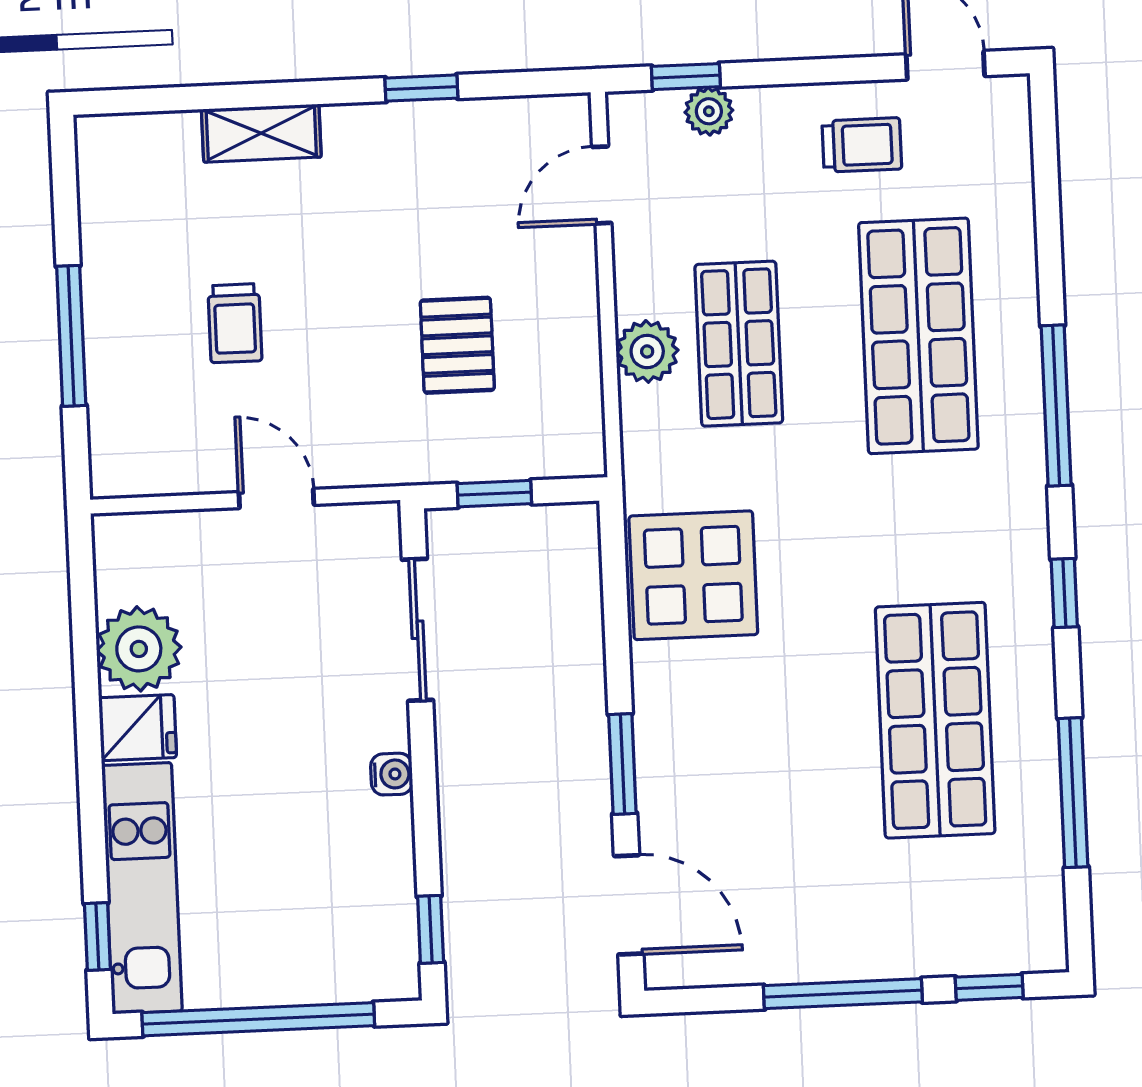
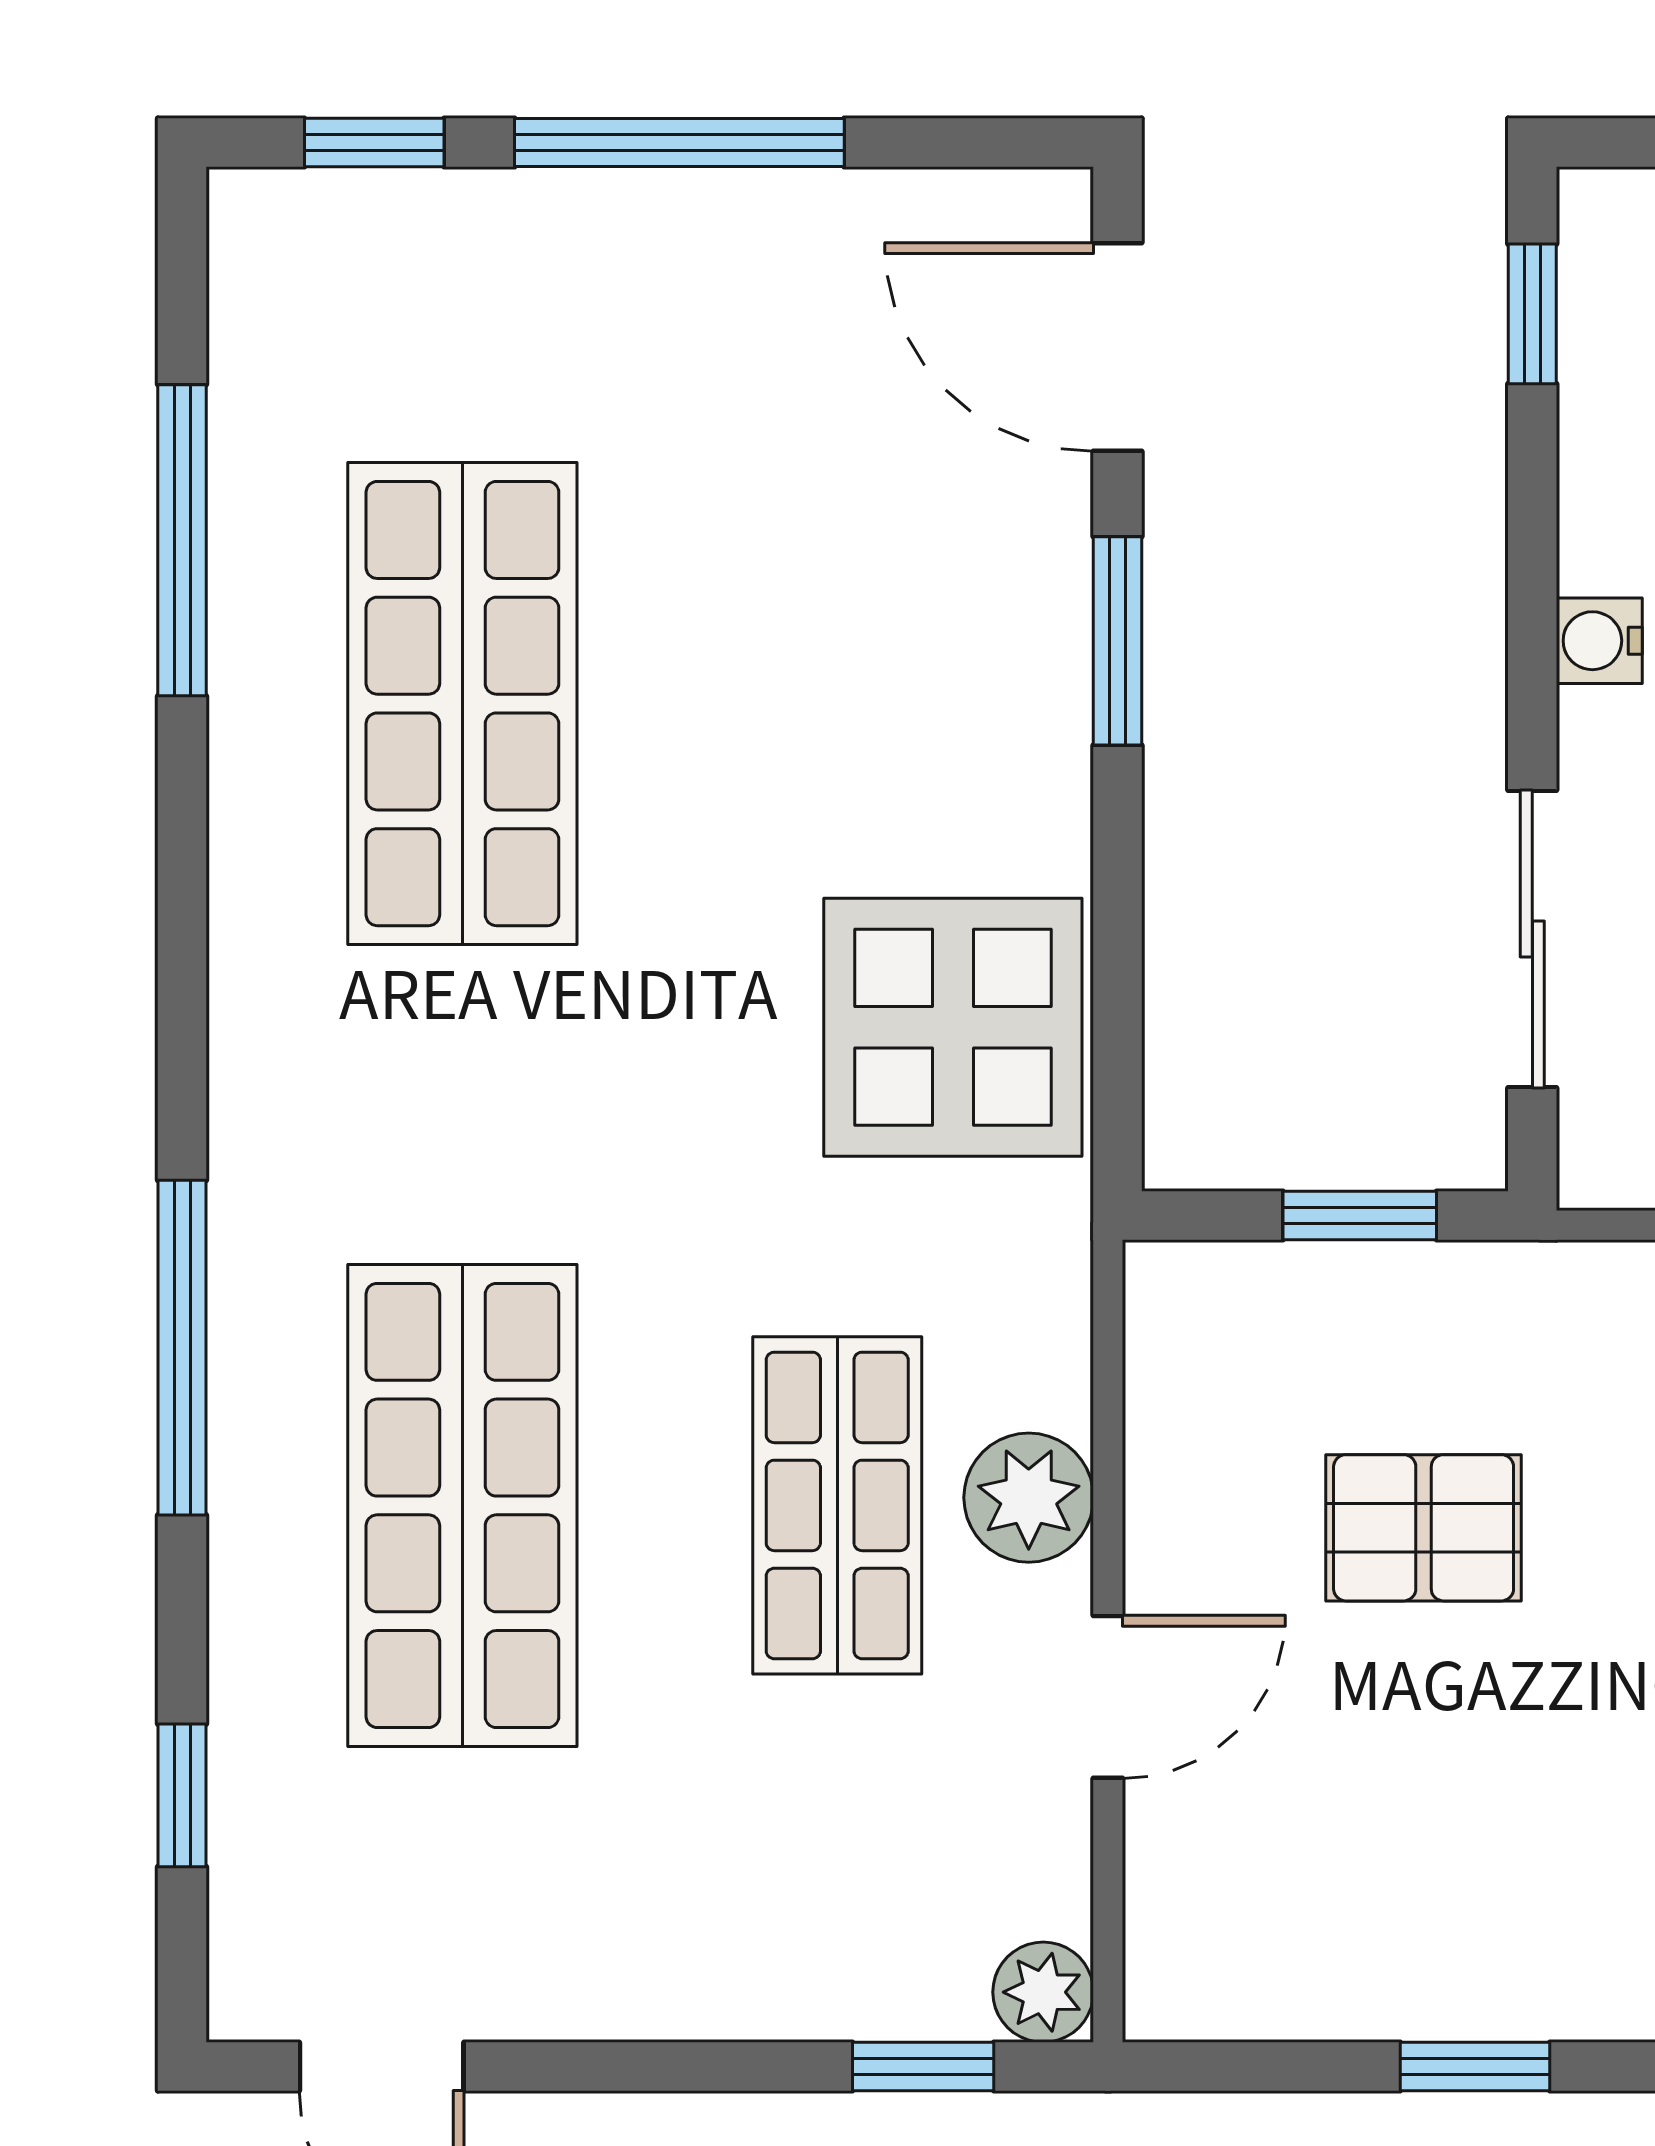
plant: (709, 111) -> (1043, 1992), moved
trolley: (862, 145) -> (563, 1908), removed
door: (602, 185) -> (1108, 1697), moved
pallet: (457, 345) -> (1424, 1528), turned 90
window: (1064, 593) -> (182, 1795), moved

